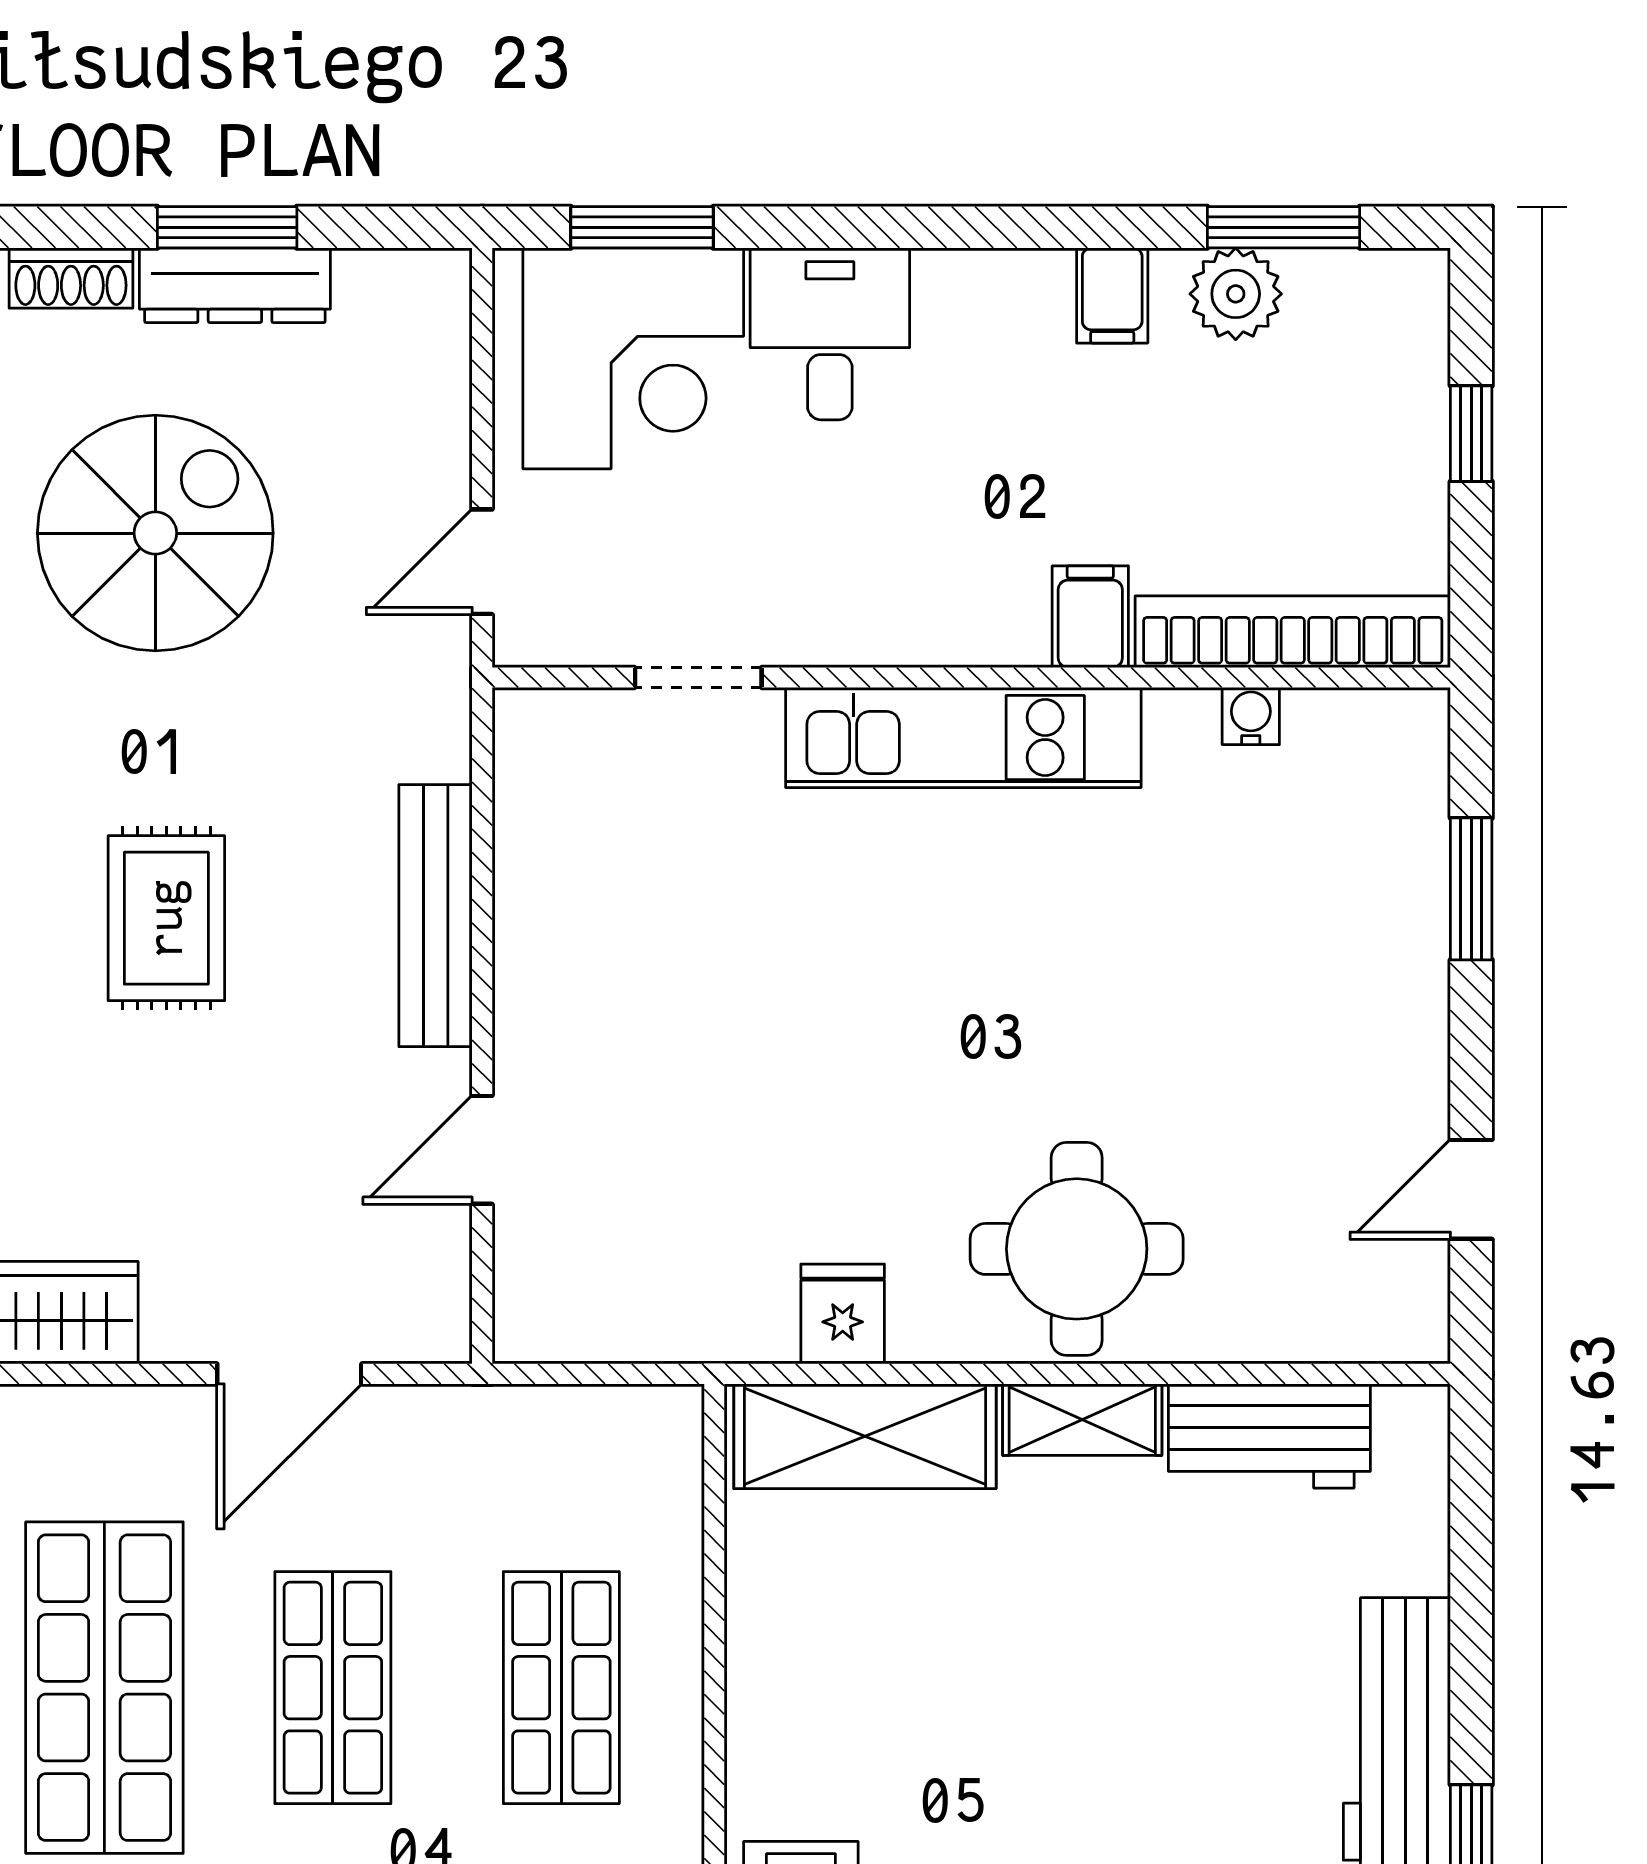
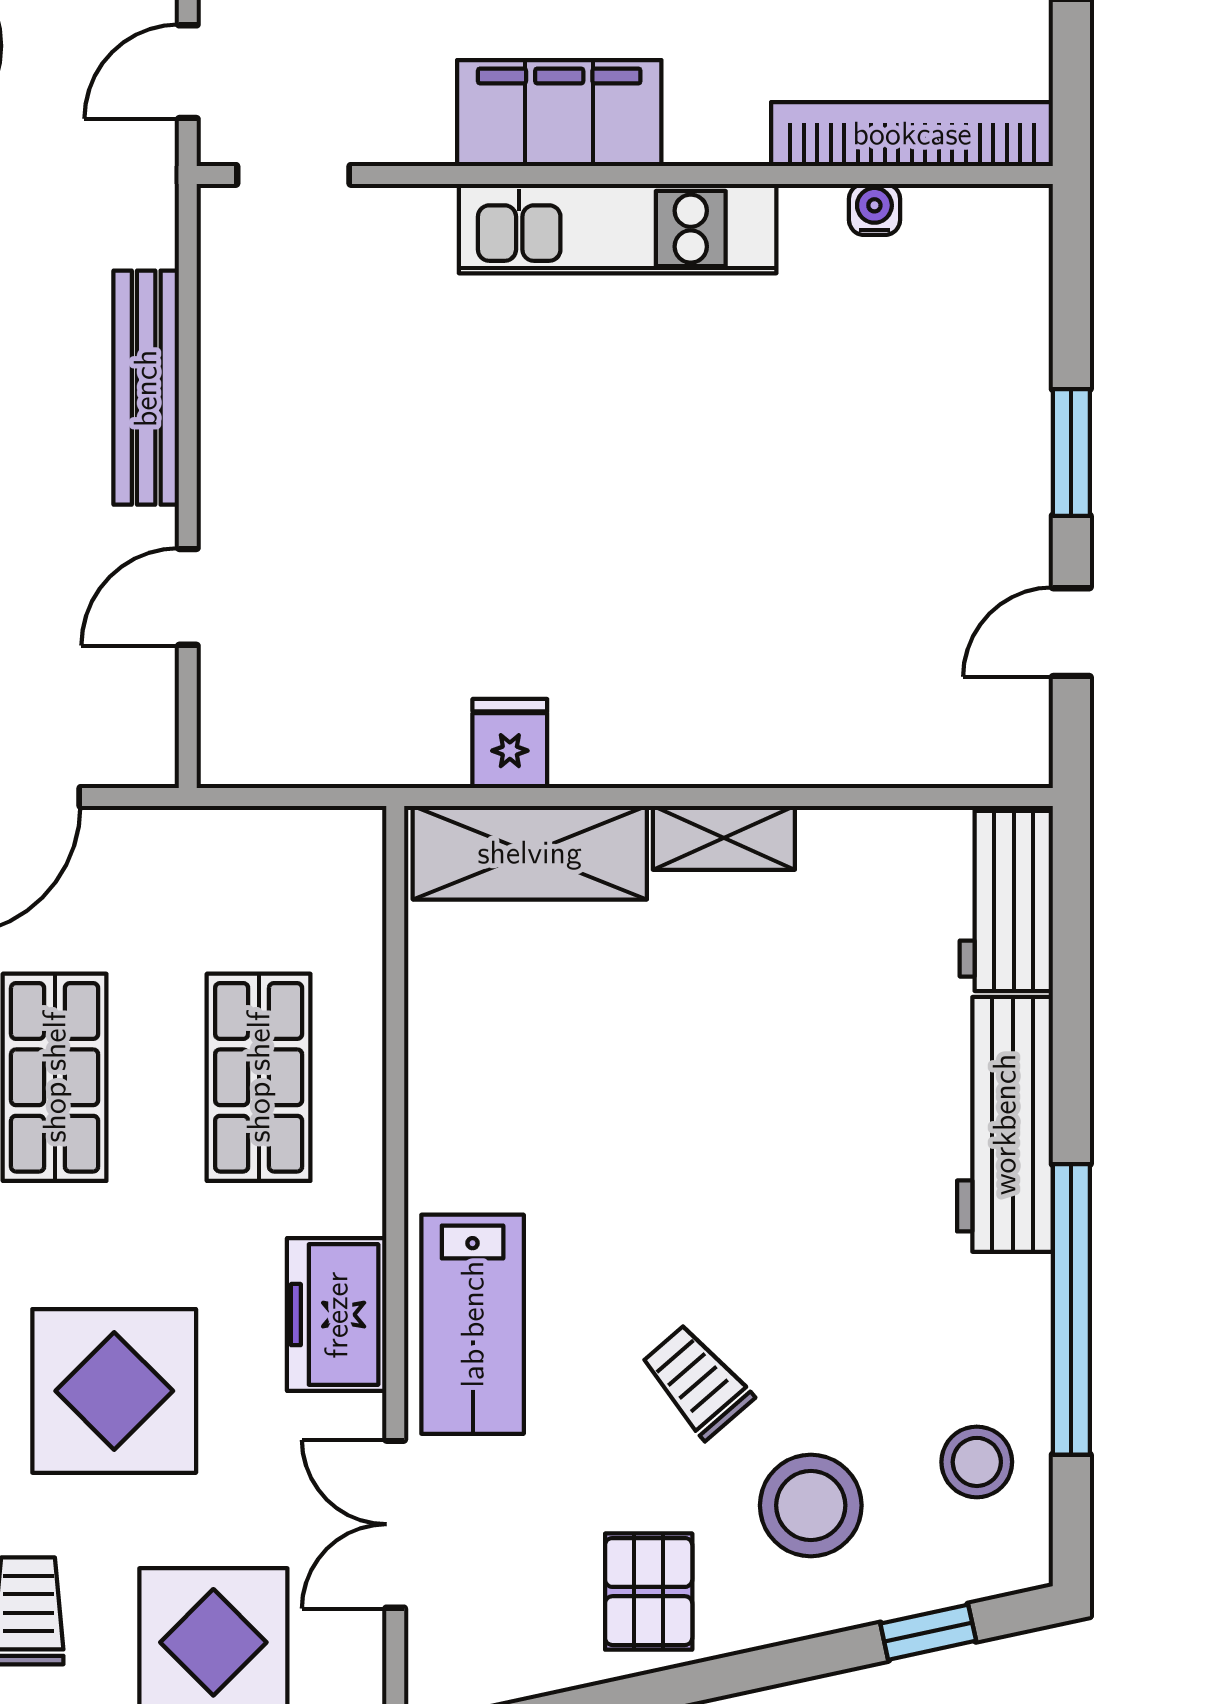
filing cabinet: (1090, 617) -> (559, 113), moved, width x3.00, depth x1.17
doorway: (698, 677) -> (293, 175), moved
window: (1471, 889) -> (1071, 452), moved
round table: (1077, 1249) -> (719, 685), removed
workbench: (1269, 1436) -> (1006, 901), moved, turned 90

